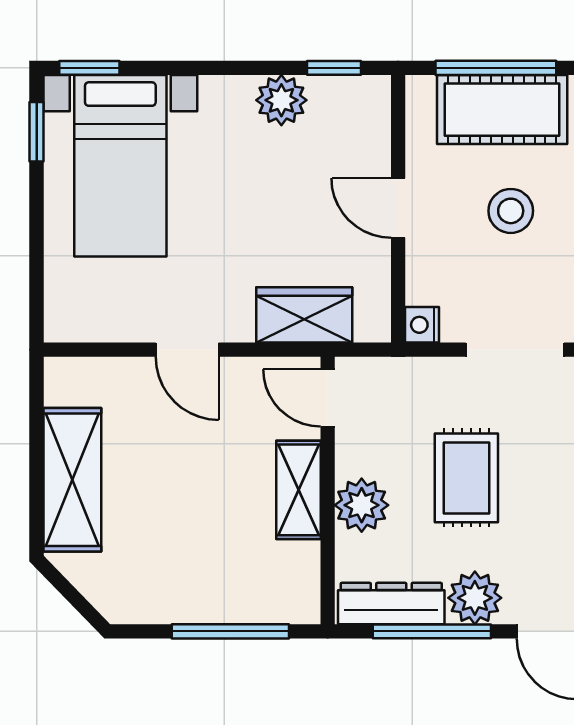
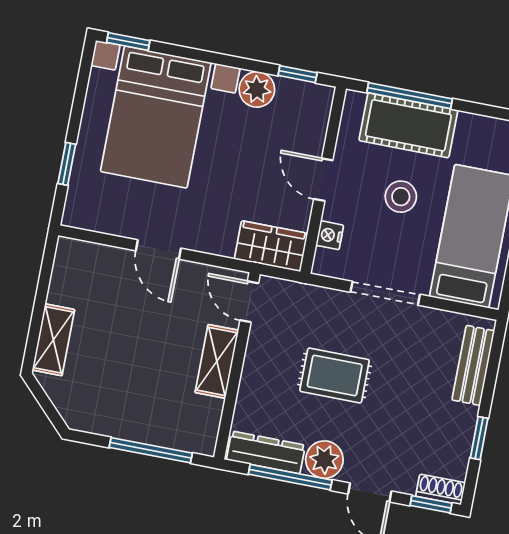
window: (37, 132) -> (67, 164), moved
bed with nightstands: (120, 166) -> (156, 117), width x1.36
wardrobe: (304, 315) -> (271, 246), moved
nightstand: (422, 325) -> (330, 235), moved
rug: (466, 478) -> (335, 375), turned 90
shelving: (72, 480) -> (53, 340), width x0.67, depth x0.75
plant: (362, 505) -> (258, 380), removed

